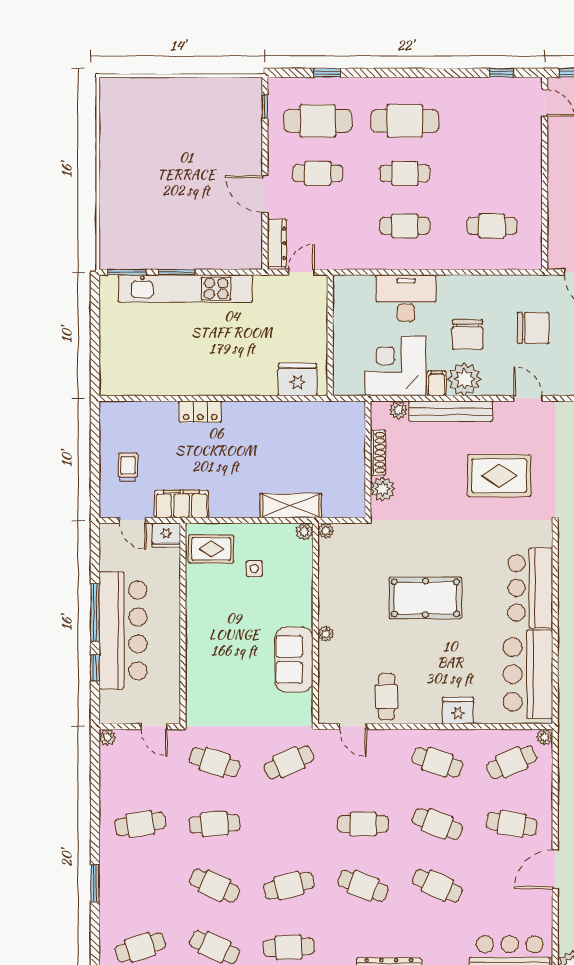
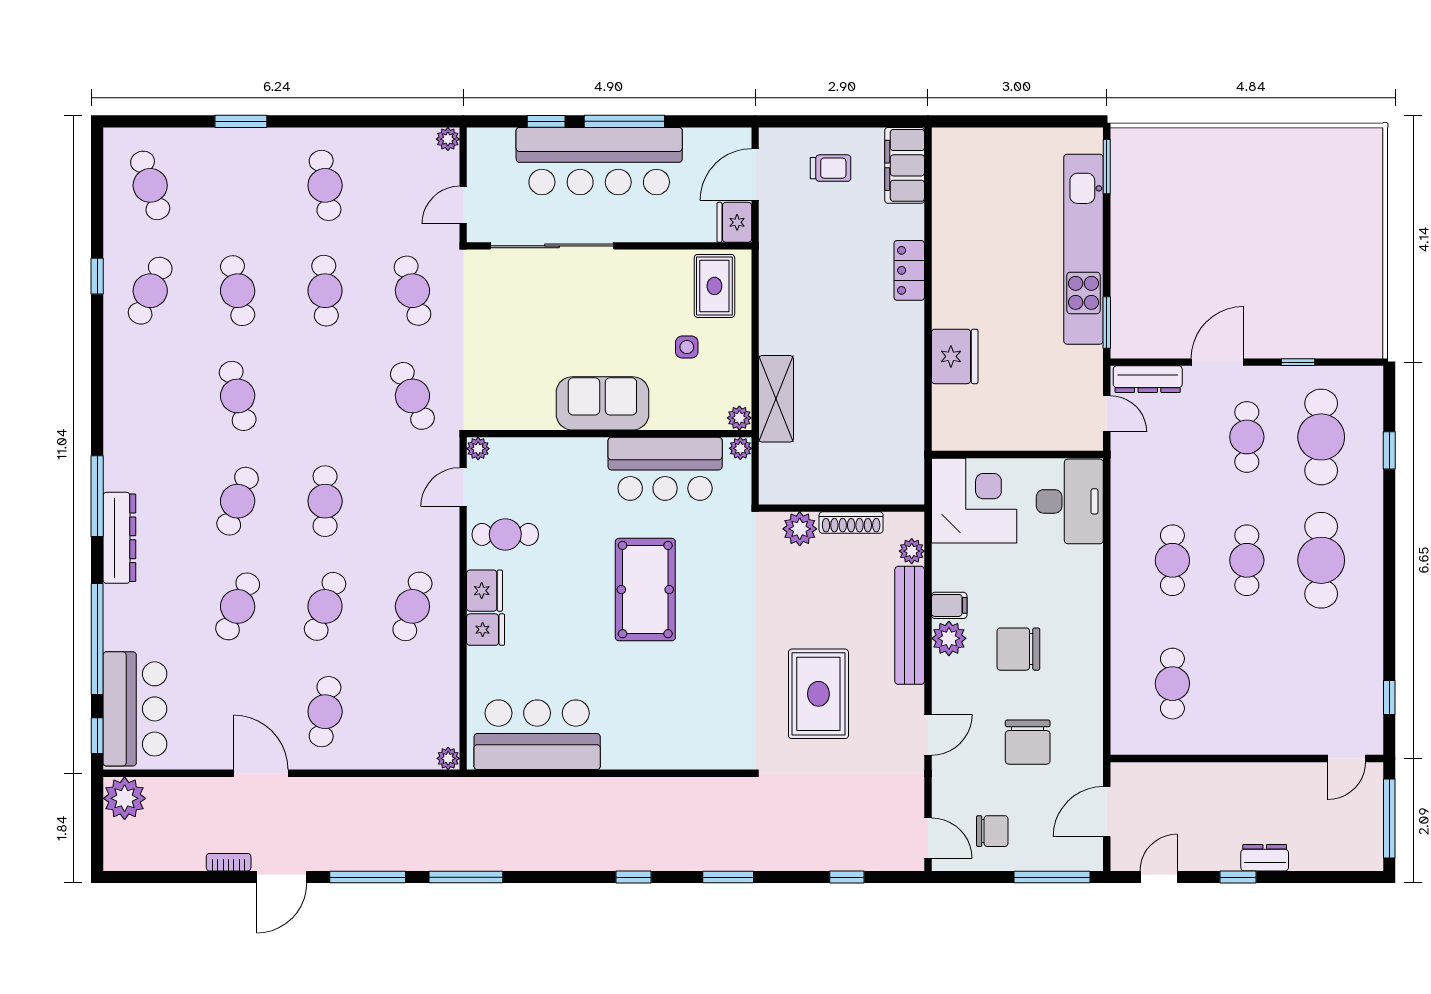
window: (265, 107) -> (1298, 362), moved
window: (177, 272) -> (1107, 323), moved
desk: (406, 298) -> (1070, 501), moved
corner desk: (396, 366) -> (974, 501), moved
plant: (464, 379) -> (949, 638), width x0.73, depth x0.73
fridge: (298, 380) -> (955, 356), moved
filing cabinet: (182, 504) -> (905, 165), moved, turned 180
door: (133, 520) -> (755, 175), width x1.38
bar counter: (530, 588) -> (665, 469), moved, turned 180
plant: (326, 634) -> (478, 449), moved
sofa: (294, 660) -> (602, 403), moved
sliding door: (183, 664) -> (552, 246), added
fridge: (426, 711) -> (485, 591), added
fridge: (458, 711) -> (486, 630), width x0.72
cafe table: (214, 762) -> (412, 291), turned -33
cafe table: (512, 762) -> (412, 712), removed
cafe table: (214, 886) -> (238, 291), turned -36
cafe table: (289, 947) -> (150, 396), removed

